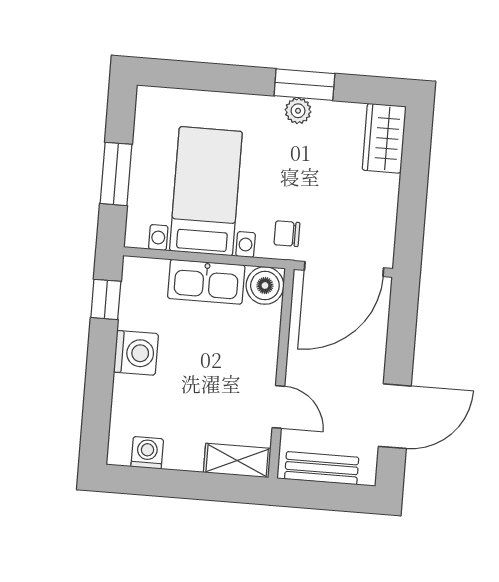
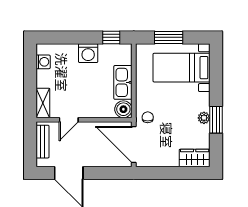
bed with nightstands: (206, 191) -> (181, 68), moved, turned 180

